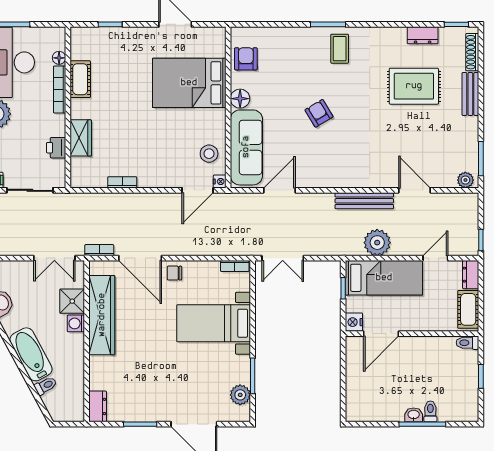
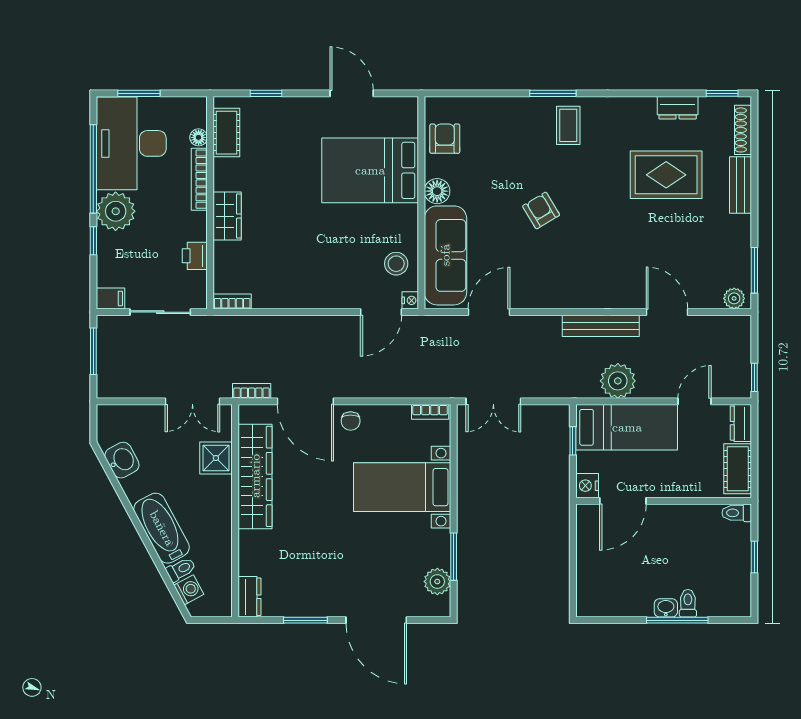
cot: (80, 79) -> (226, 133), moved
wardrobe: (81, 138) -> (227, 216), moved
bookcase: (122, 182) -> (232, 301), moved
chair: (174, 273) -> (351, 421), turned -90
washing machine: (76, 323) -> (189, 590), moved, turned 152

